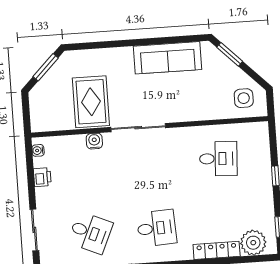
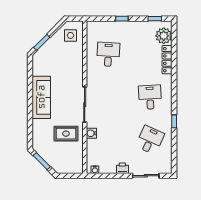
sofa: (168, 58) -> (41, 97), moved
rug: (91, 102) -> (66, 134), width x0.73, depth x0.70
printer: (42, 177) -> (122, 168), moved

